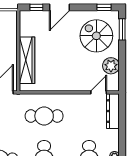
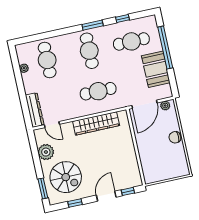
window: (104, 7) -> (75, 203), moved
wardrobe: (27, 60) -> (96, 123), moved, turned -90
door: (99, 92) -> (52, 125), hinge flipped

